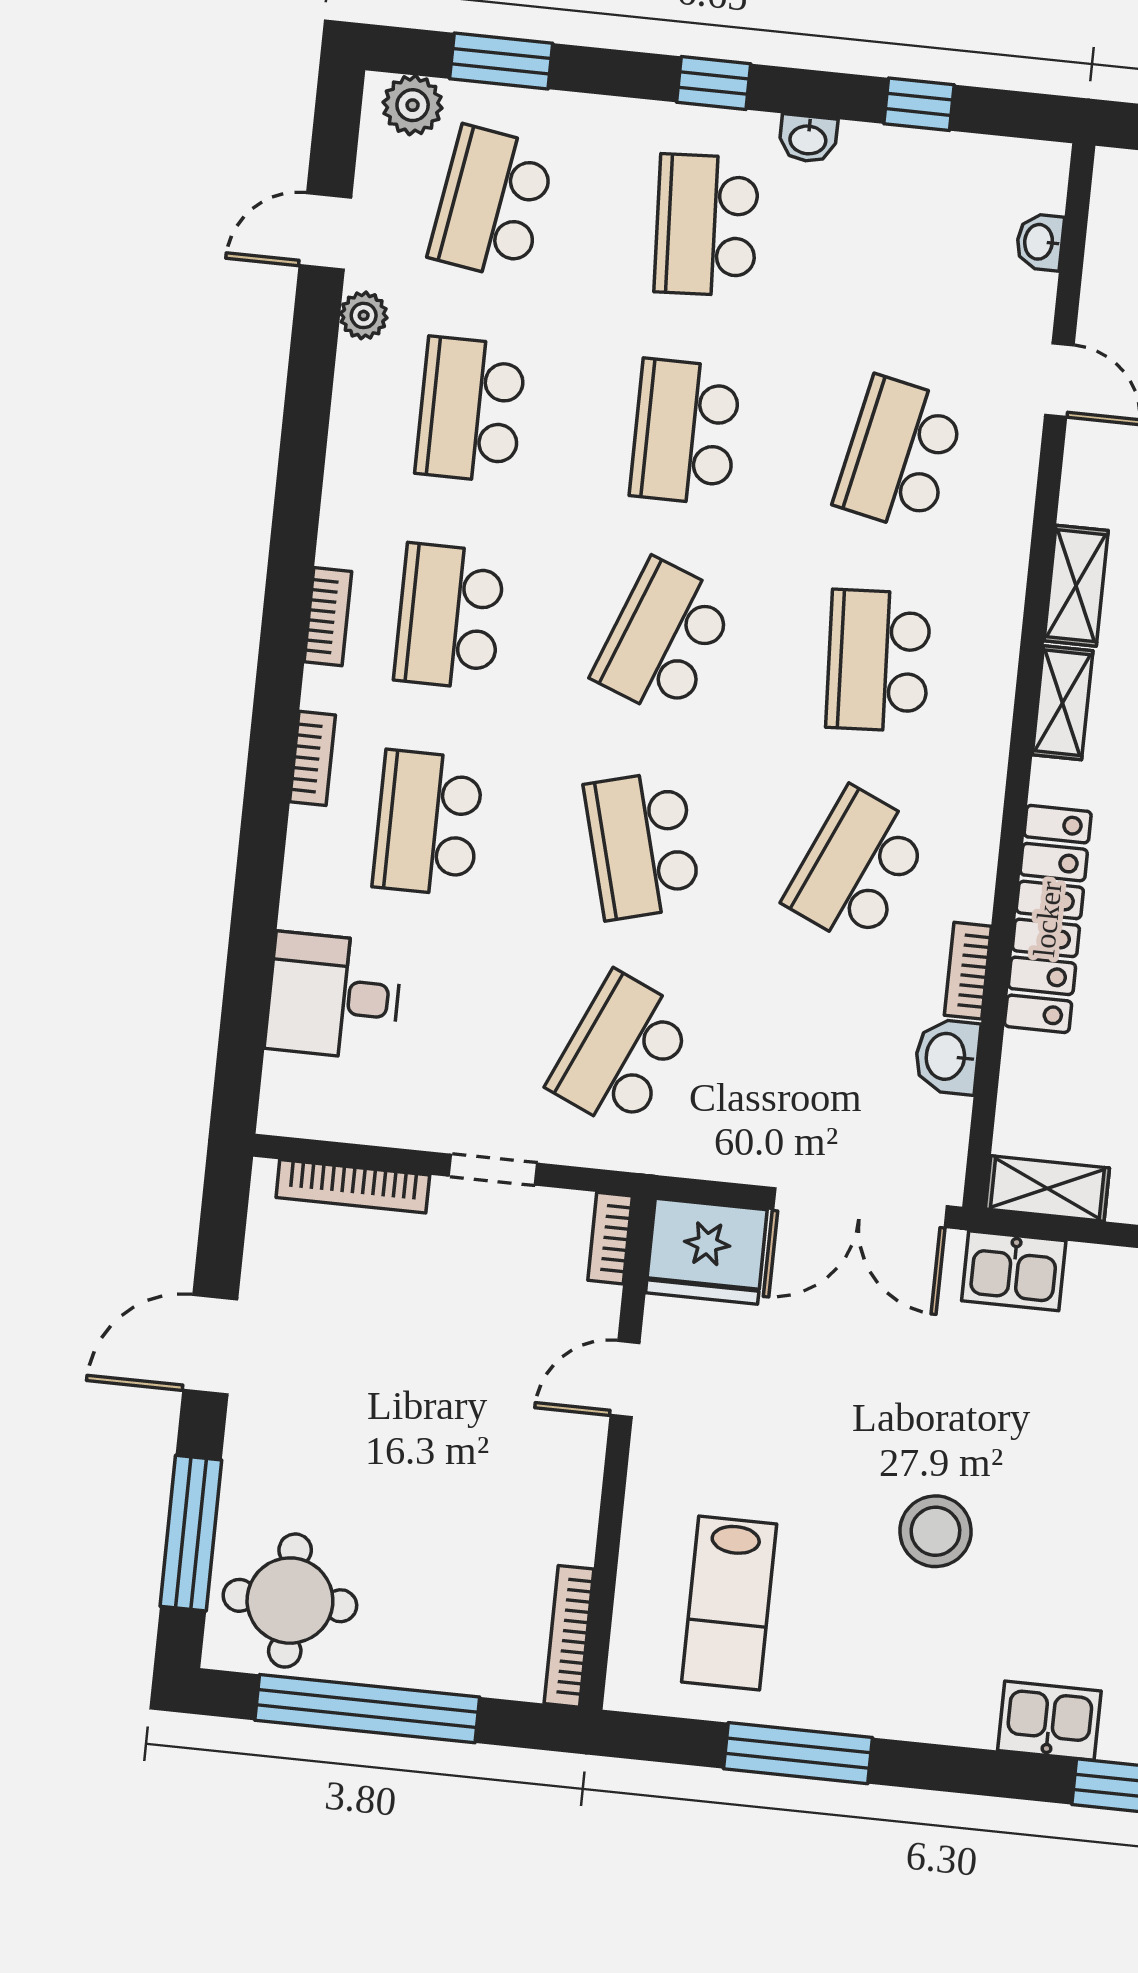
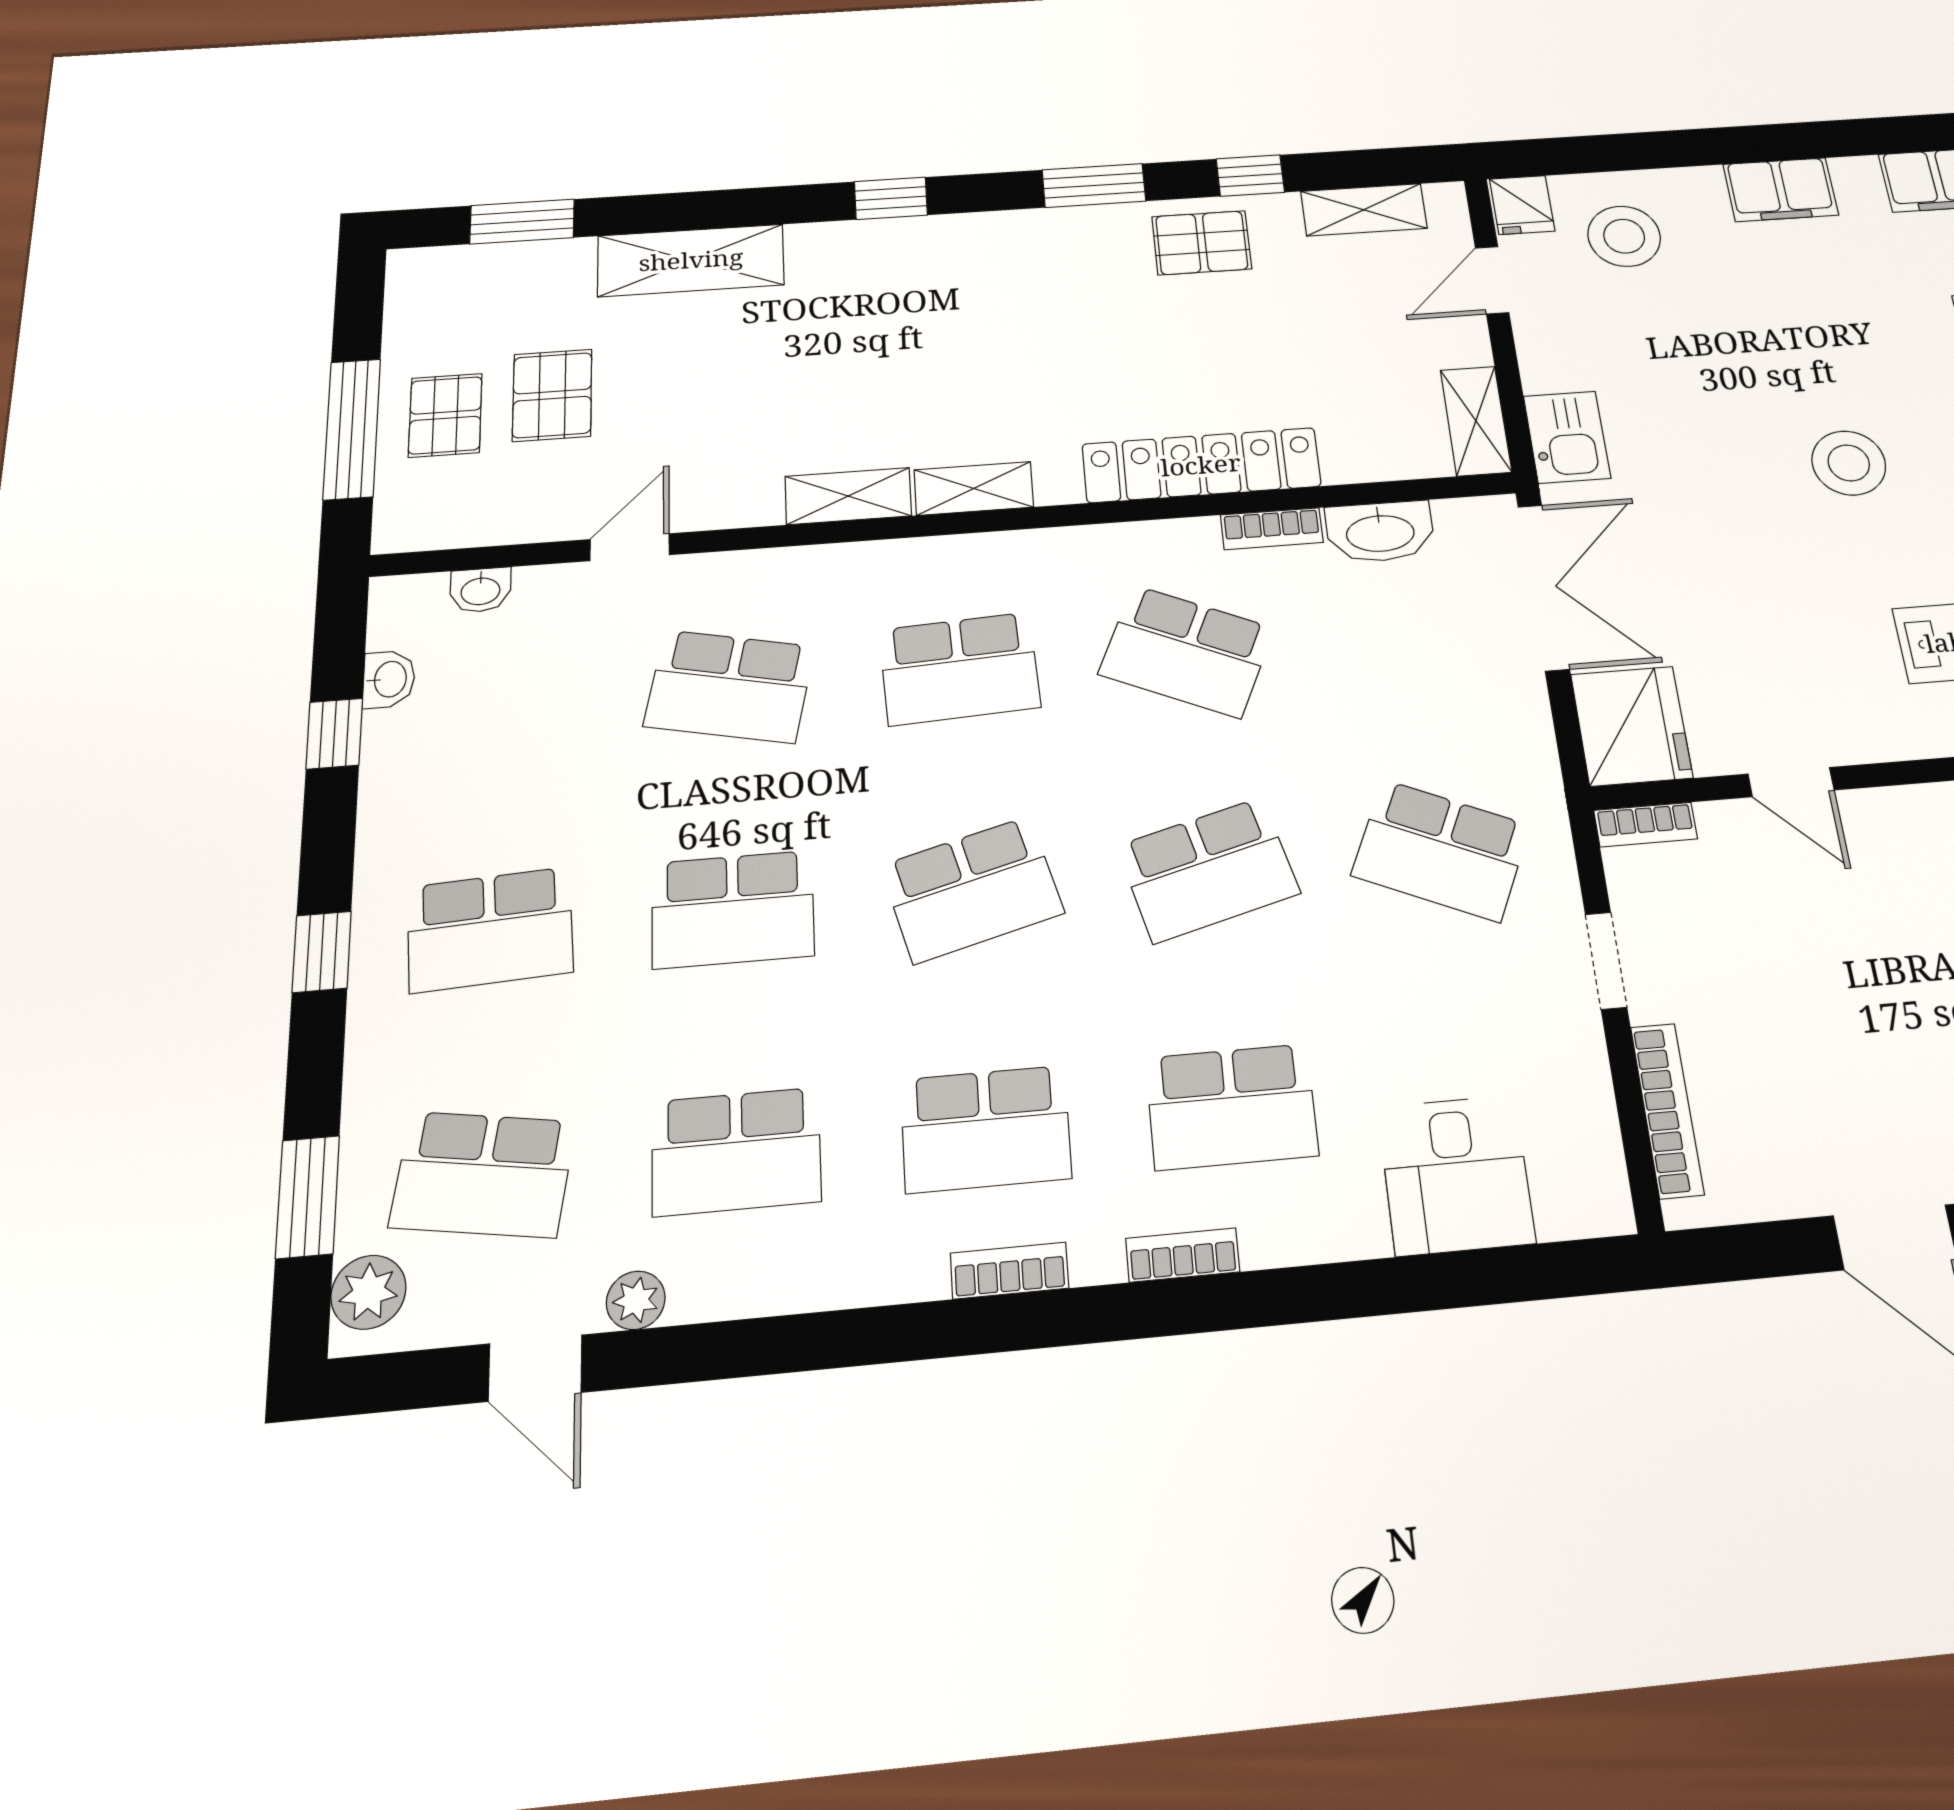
washbasin: (808, 139) -> (389, 679), moved
school desk: (664, 638) -> (972, 889), turned -36
washbasin: (947, 1057) -> (1380, 532), width x1.38

